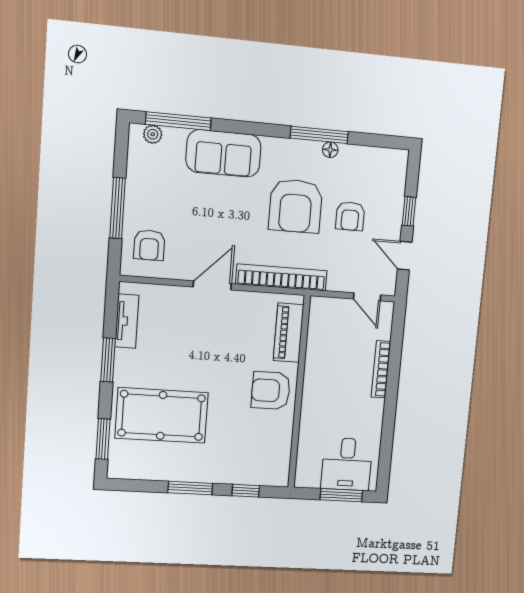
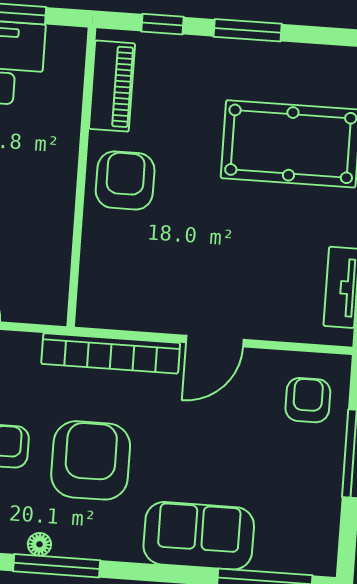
plant: (153, 134) -> (302, 561), removed
piano: (289, 333) -> (112, 86), moved
armchair: (271, 391) -> (125, 180), turned -90

